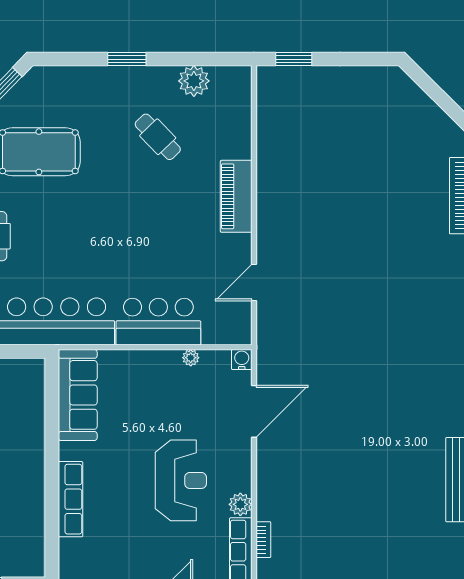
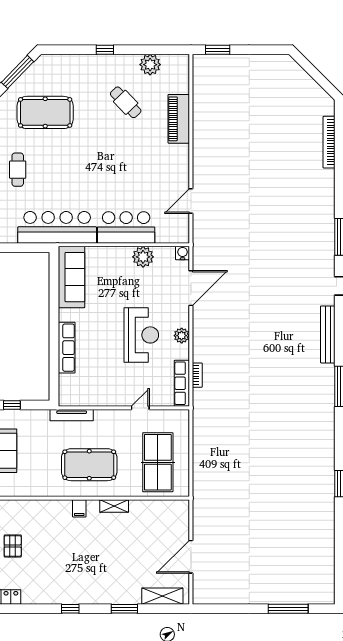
window: (127, 59) -> (105, 50), width x0.67
piano: (236, 196) -> (179, 119), moved
plant: (191, 358) -> (143, 257), width x1.88, depth x1.88
plant: (240, 504) -> (182, 336), moved

